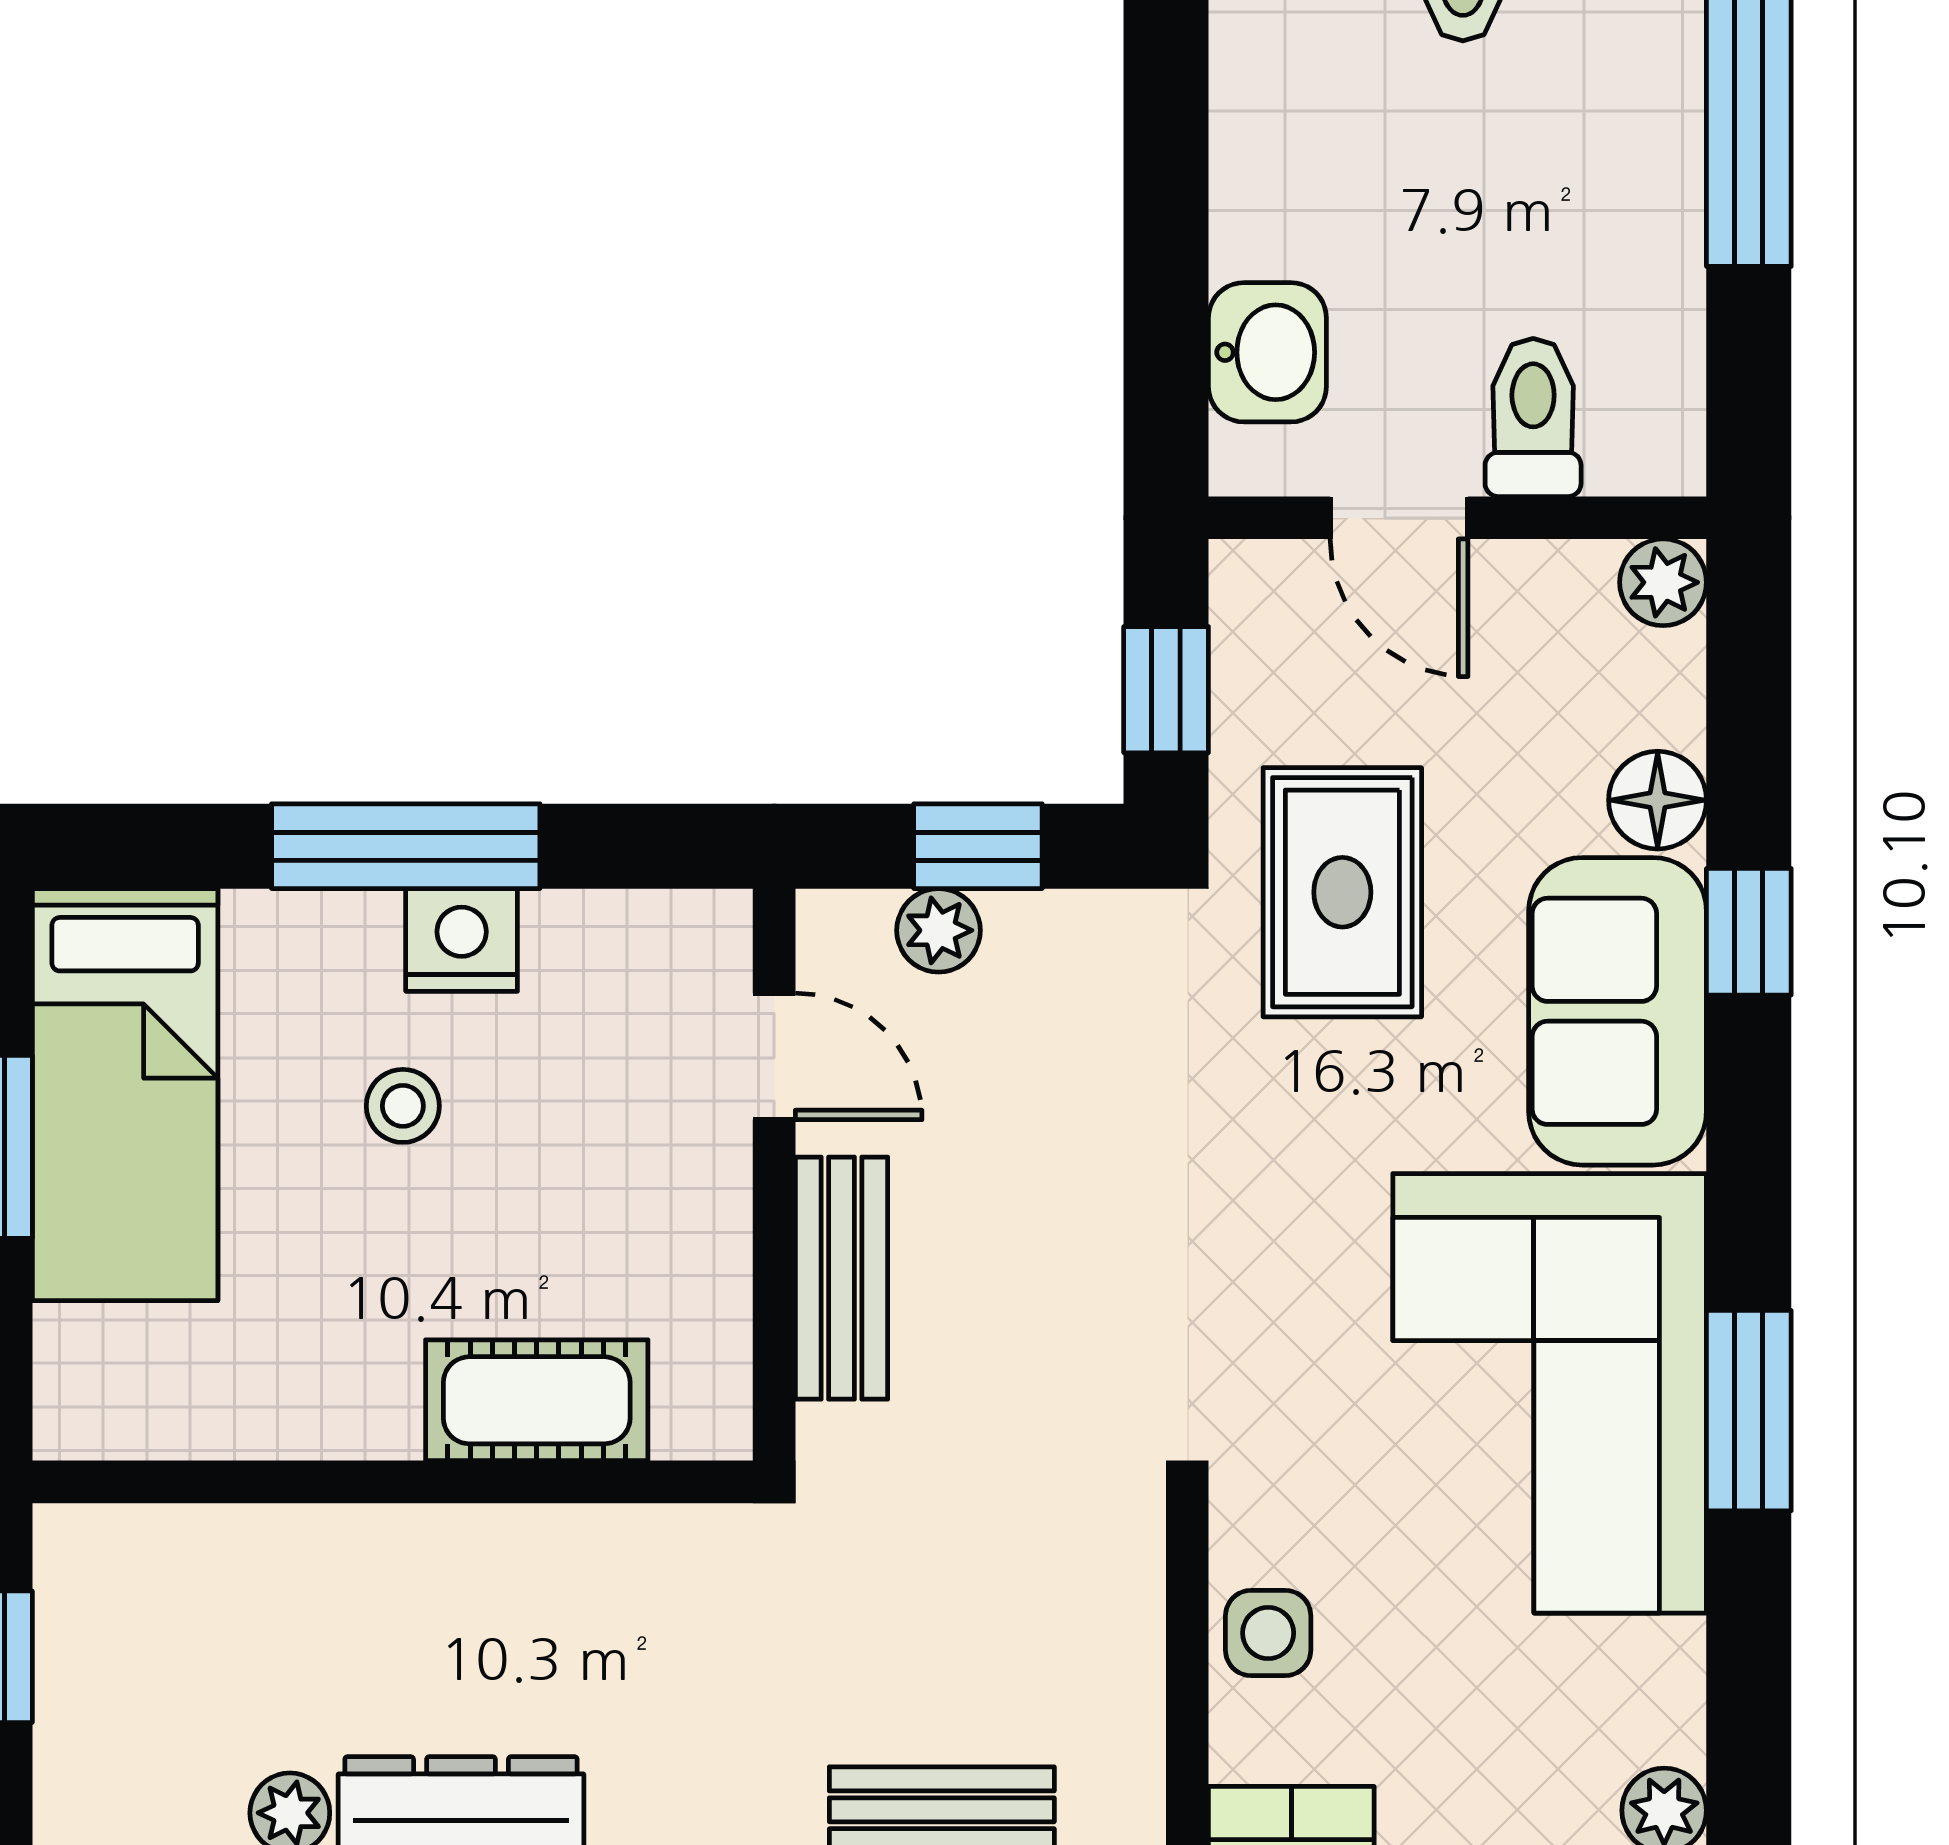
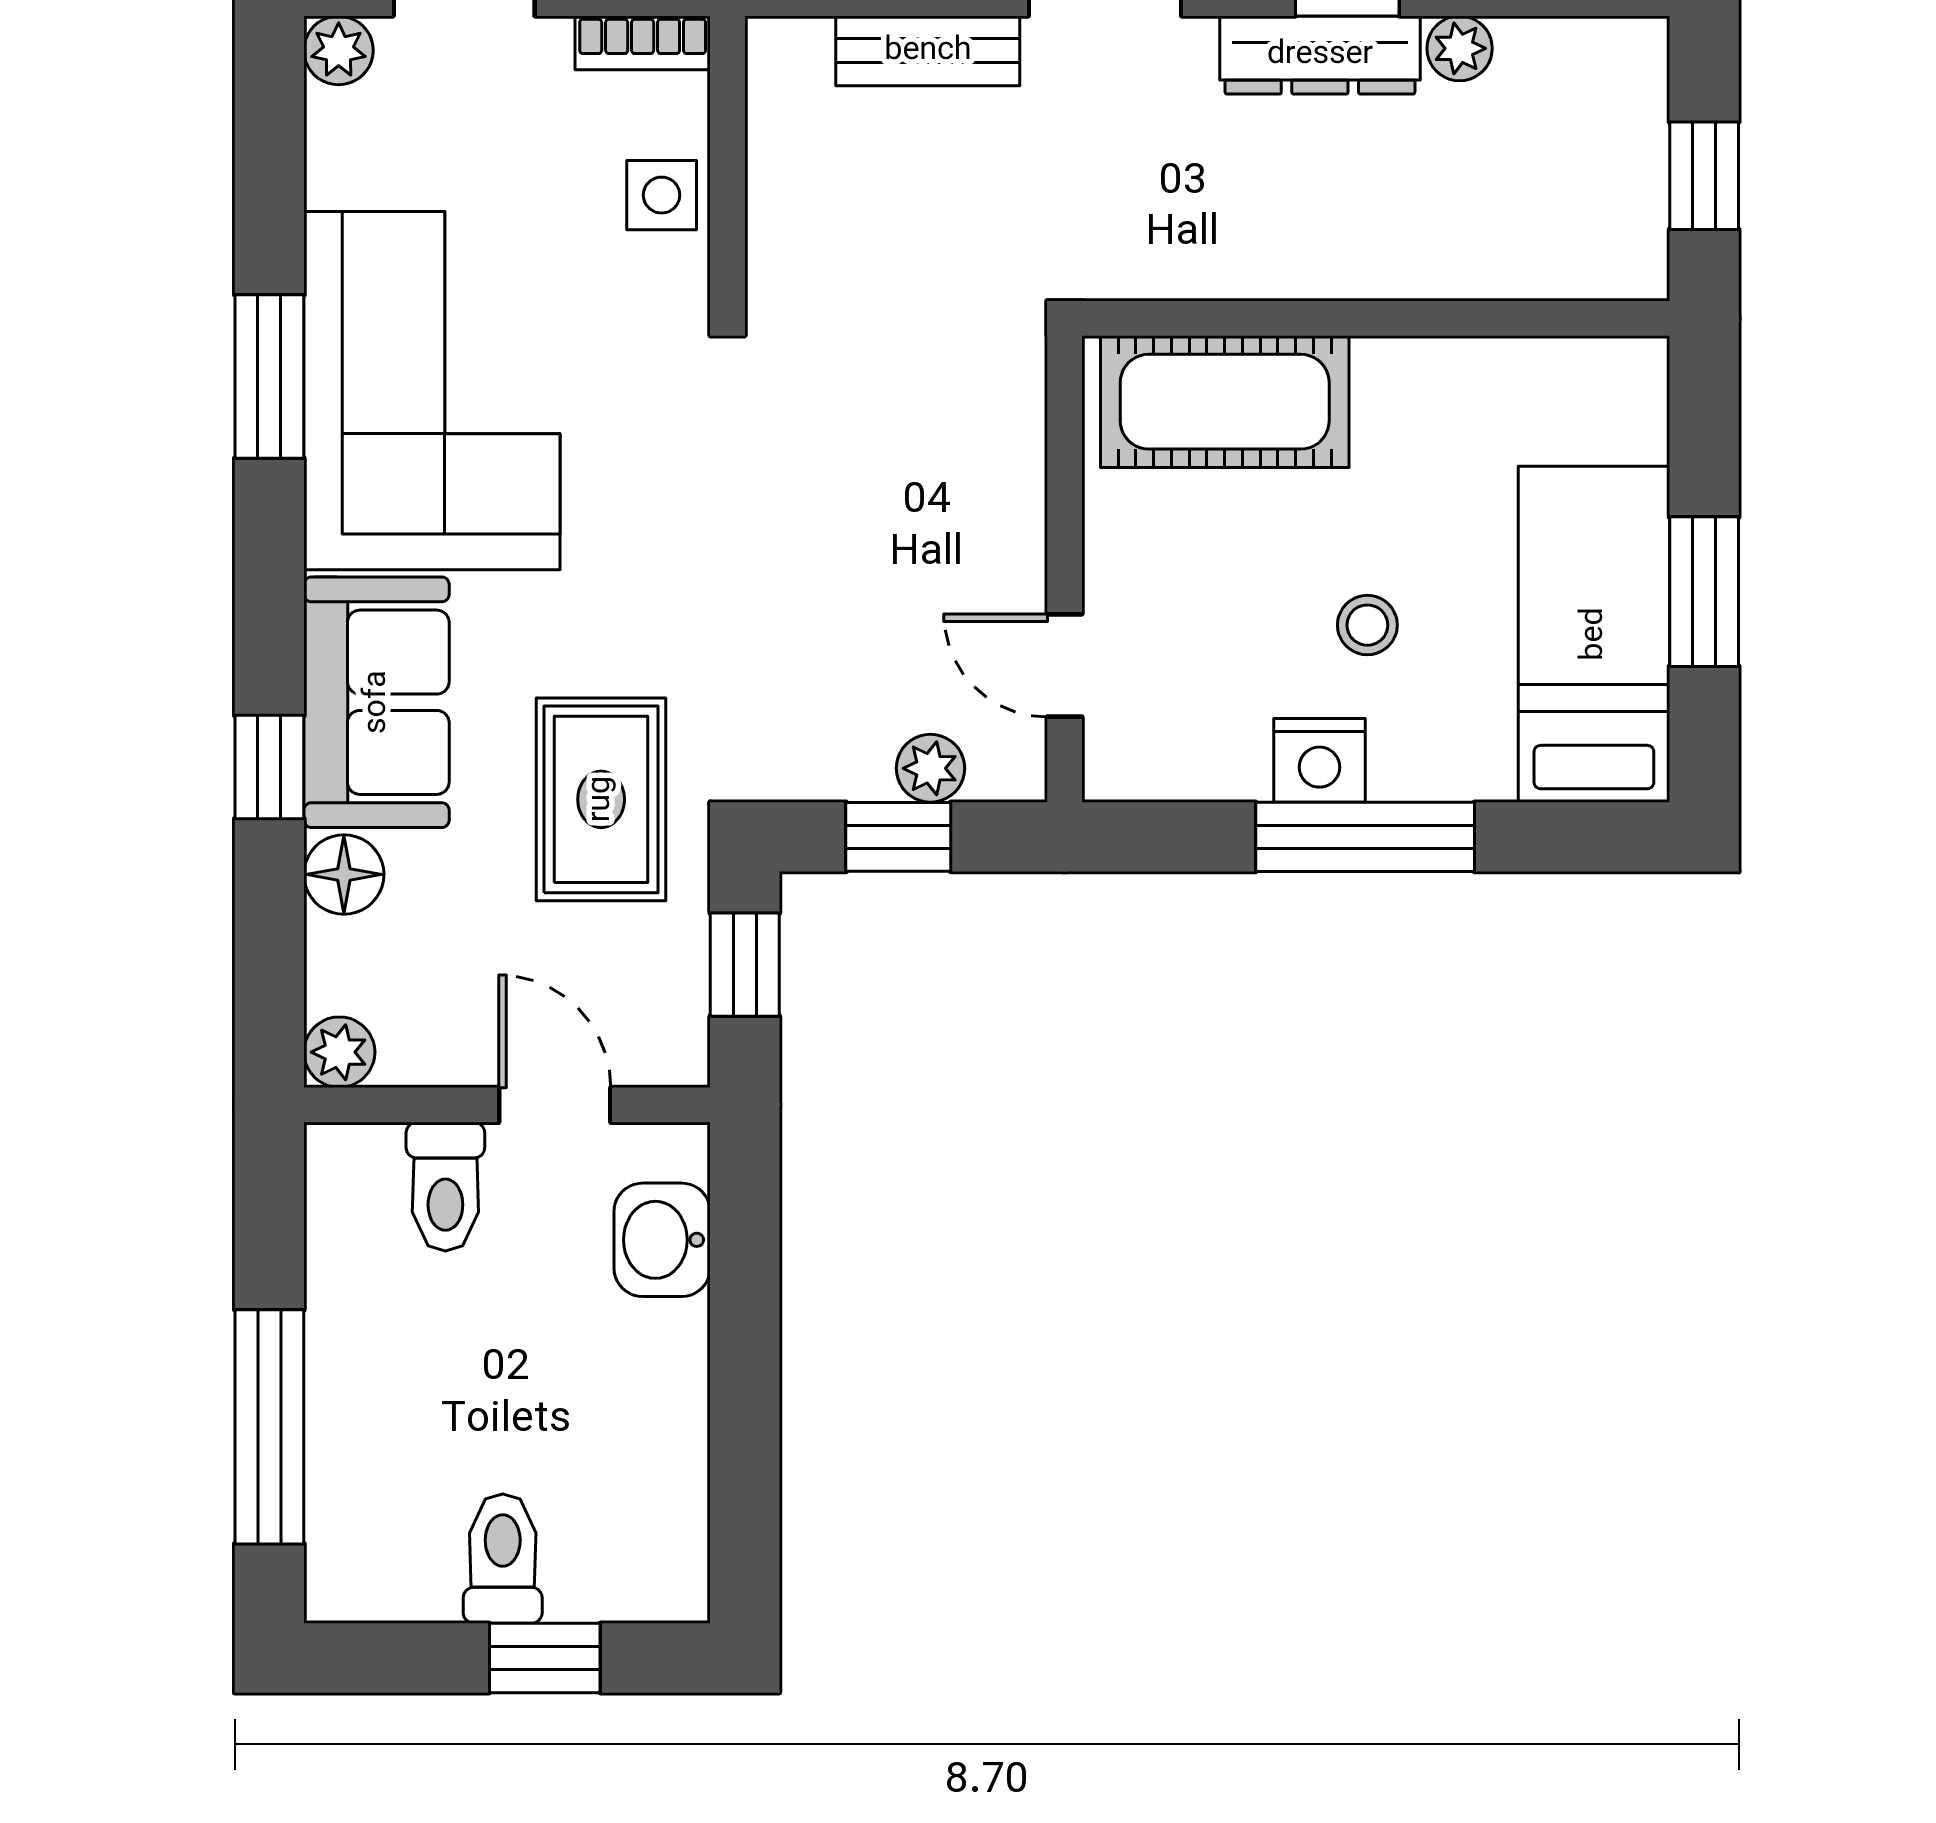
bench: (841, 1278) -> (1010, 485), removed
cot: (537, 1400) -> (1225, 402), width x1.37, depth x1.34

